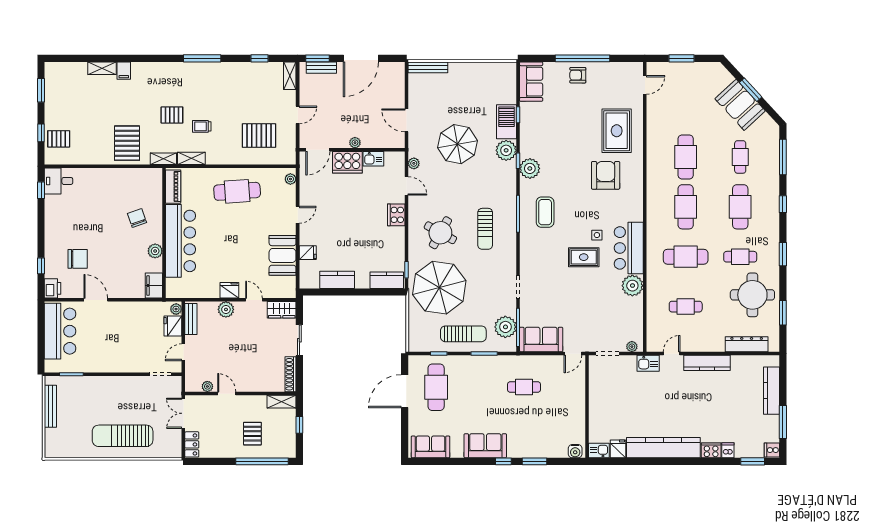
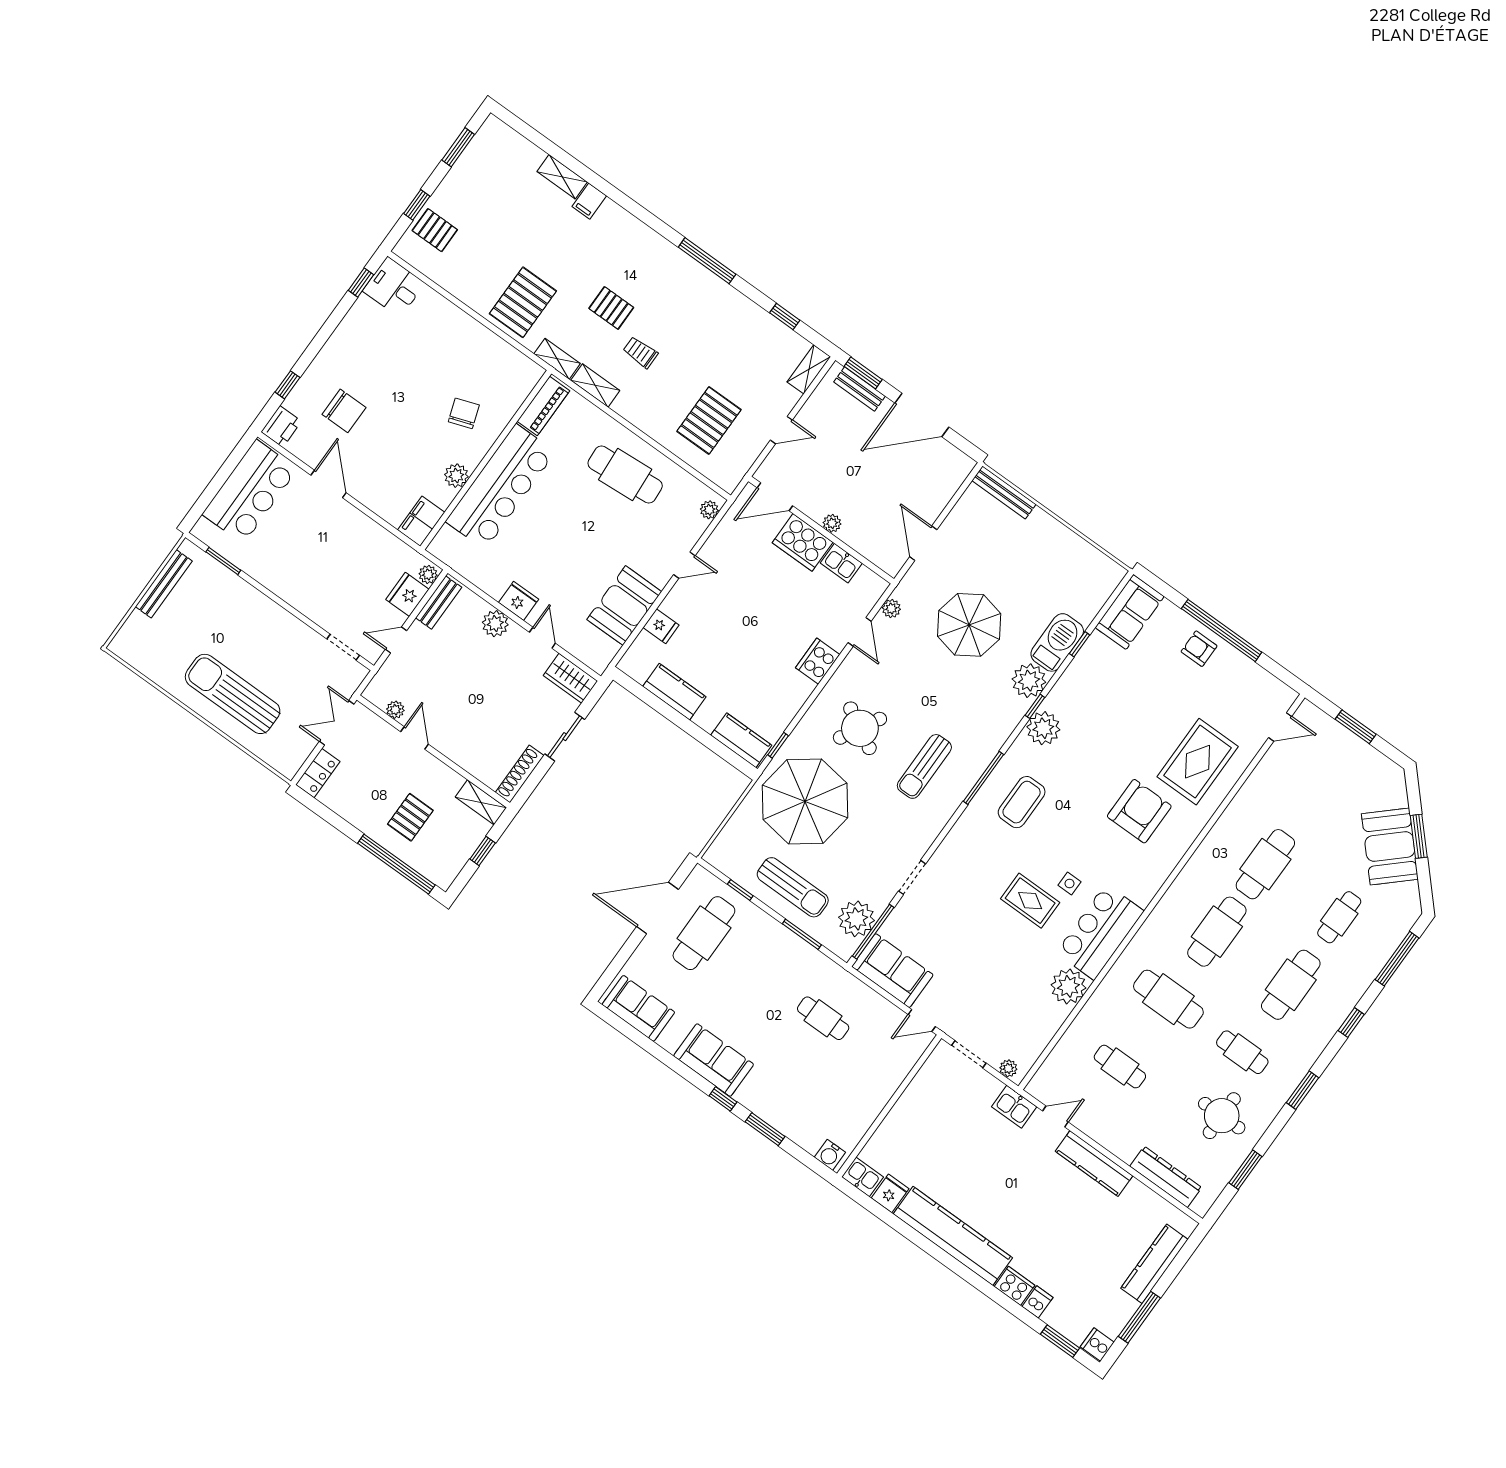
pallet: (259, 136) -> (709, 420), turned 90
round table: (752, 295) -> (1222, 1116), width x0.73, depth x0.73

